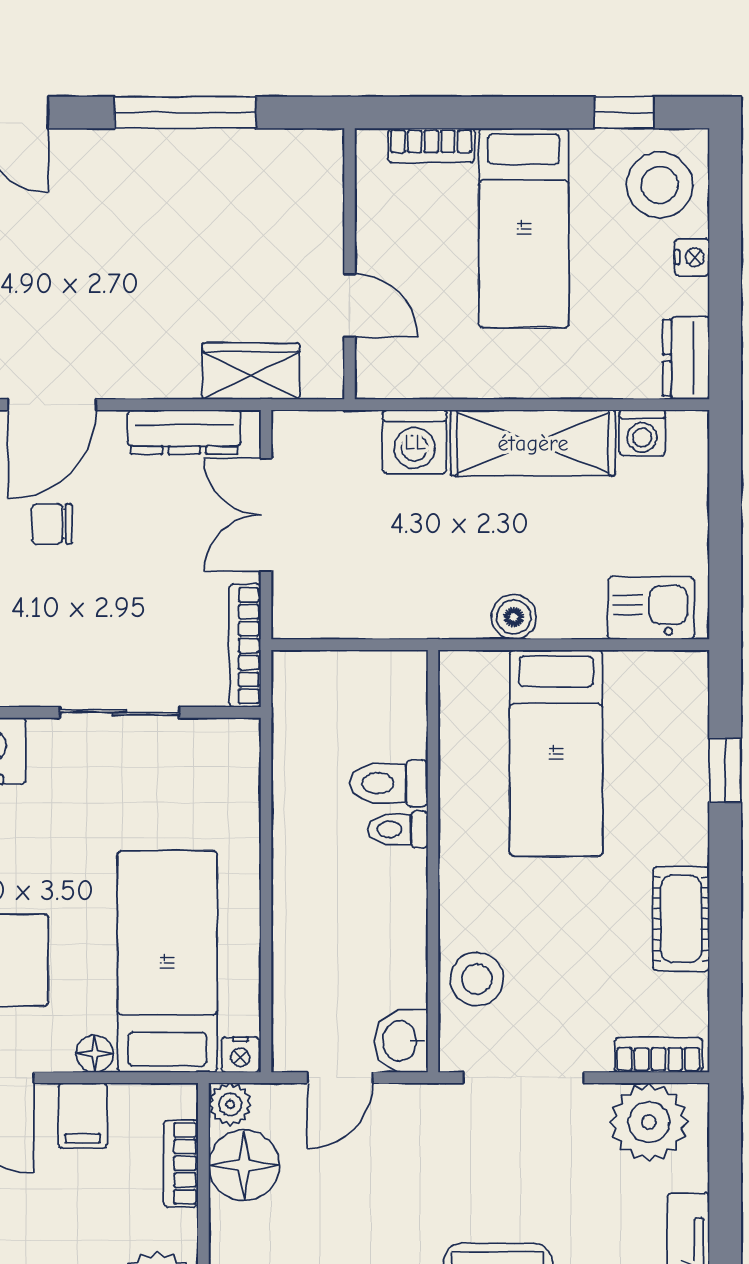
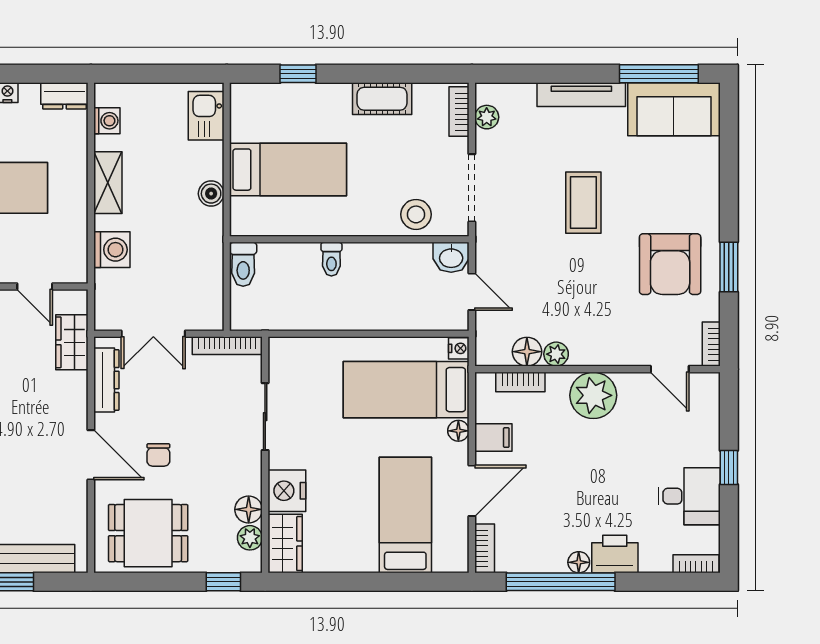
door: (350, 306) -> (35, 286), swing flipped
shelving: (533, 443) -> (108, 183), width x0.67, depth x0.75
toilet: (389, 783) -> (243, 264), moved
plant: (230, 1104) -> (556, 354), moved
plant: (649, 1122) -> (487, 117), width x0.53, depth x0.53
floor lamp: (244, 1165) -> (527, 352), width x0.73, depth x0.73

